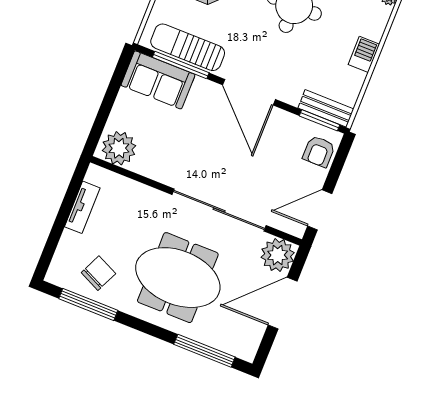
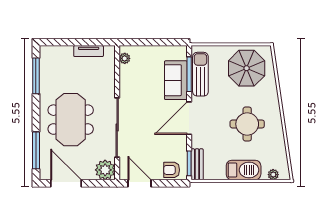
barbecue: (364, 54) -> (244, 170), width x1.88, depth x1.53
sofa: (158, 80) -> (176, 80), moved
plant: (119, 148) -> (125, 58), width x0.53, depth x0.53
chair: (98, 273) -> (56, 75), removed
door: (283, 303) -> (66, 183), moved

